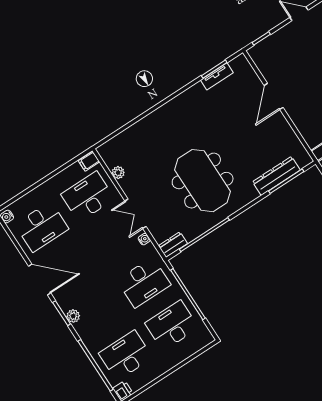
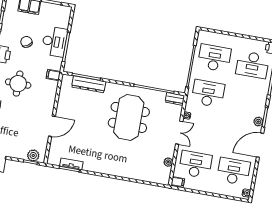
plant: (265, 48) -> (33, 155), added
desk: (88, 197) -> (195, 164), turned 180
door: (40, 279) -> (260, 145), hinge flipped
plant: (73, 316) -> (258, 122), moved
desk: (172, 325) -> (214, 58), turned 180

